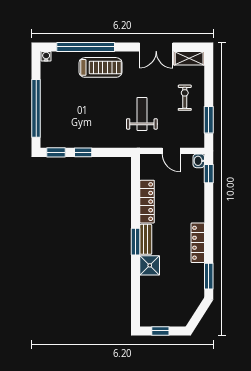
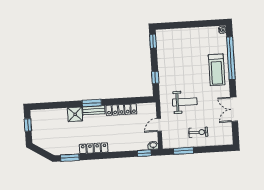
shelving: (189, 58) -> (227, 134), removed
window: (36, 108) -> (184, 25), removed
window: (83, 152) -> (155, 77), moved

